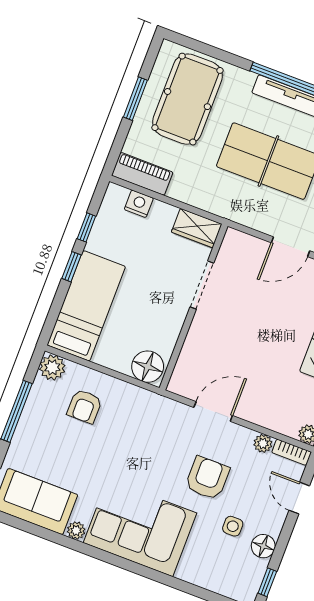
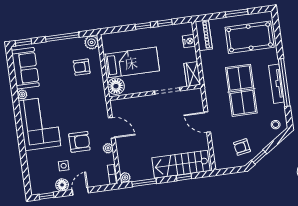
bed: (86, 306) -> (131, 63), moved
plant: (263, 443) -> (108, 148), moved
door: (299, 498) -> (80, 191), moved

